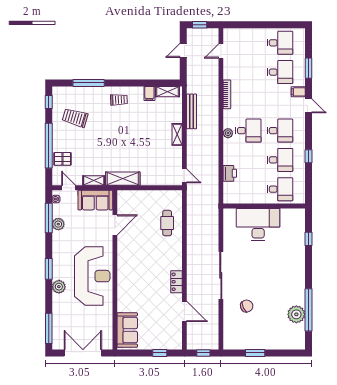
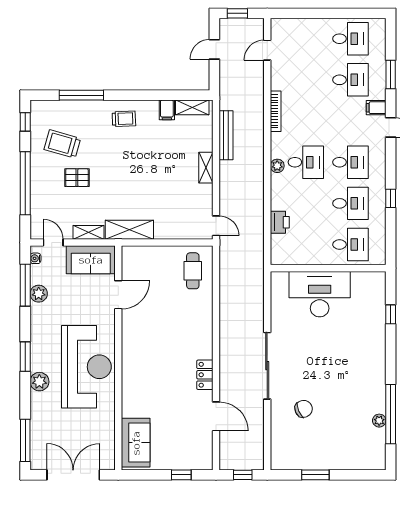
pallet: (62, 159) -> (77, 178), moved
cafe table: (167, 223) -> (193, 271), moved
plant: (296, 314) -> (379, 421), width x0.53, depth x0.53

